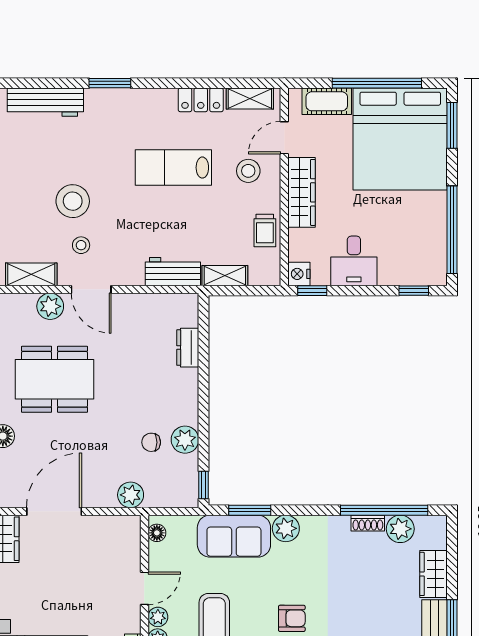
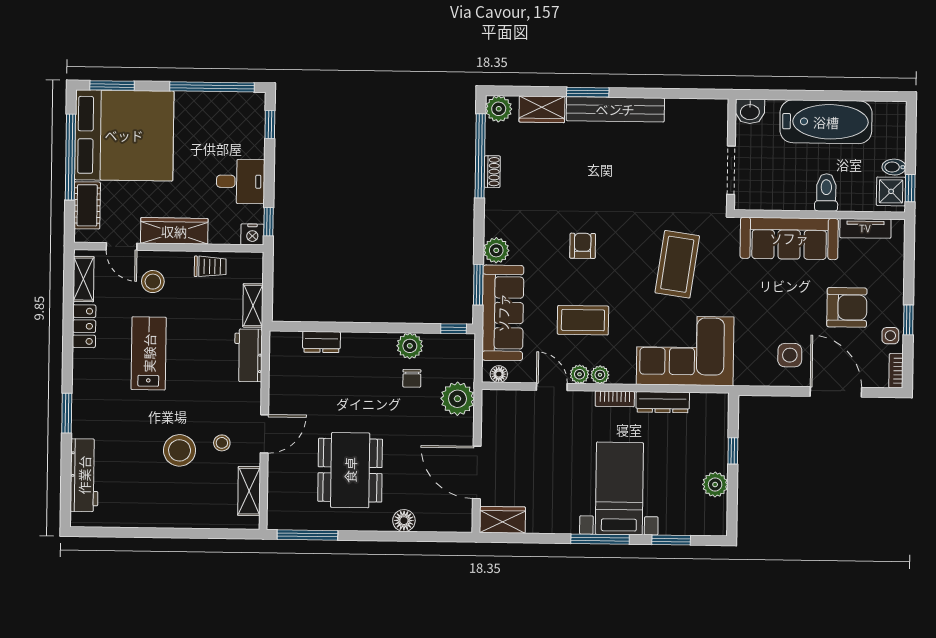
lab bench: (173, 168) -> (149, 353), turned 180
plant: (50, 306) -> (280, 473), removed
plant: (131, 495) -> (457, 399), width x1.36, depth x1.36
plant: (400, 529) -> (499, 109), moved
sofa: (234, 536) -> (503, 313), width x1.36

